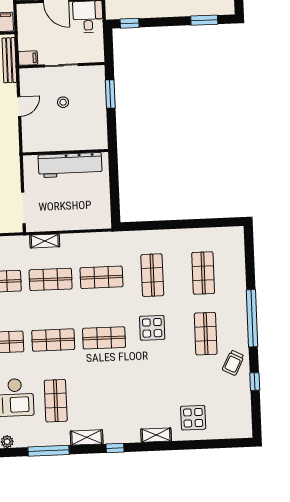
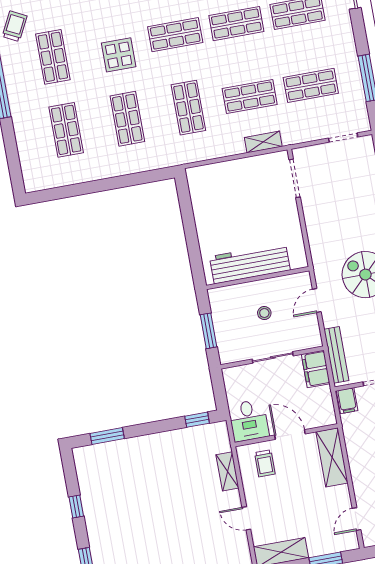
filing cabinet: (28, 58) -> (316, 369), width x2.00
wall: (65, 152) -> (258, 278), moved
workbench: (70, 165) -> (250, 263), moved
shop shelf: (101, 277) -> (188, 108), turned 90

